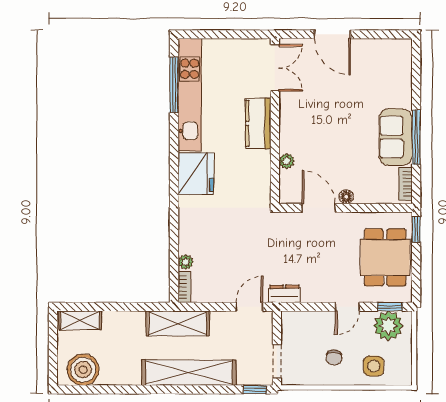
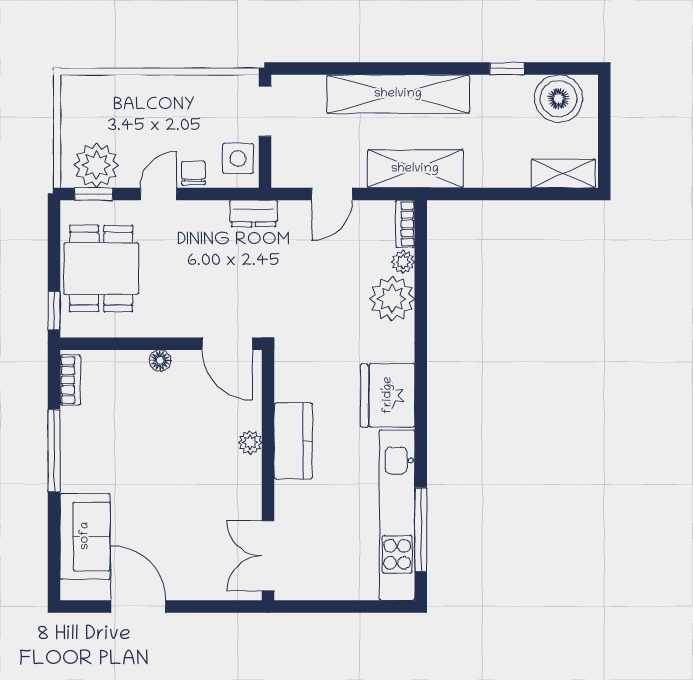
door: (332, 34) -> (138, 606), moved
kitchen counter: (258, 123) -> (293, 441), moved
sofa: (396, 137) -> (85, 536), moved
plant: (287, 161) -> (250, 442), moved
door: (319, 208) -> (227, 344), moved
plant: (193, 238) -> (392, 299), added
door: (249, 307) -> (332, 194), moved
chair: (334, 358) -> (193, 173), moved
side table: (374, 366) -> (238, 159), moved
window: (255, 390) -> (507, 69), moved

